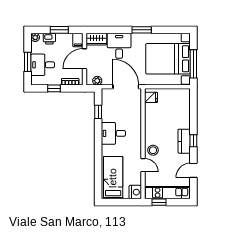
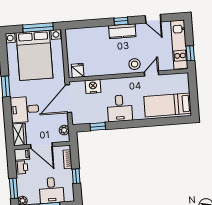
window: (59, 30) -> (14, 188), moved
printer: (49, 39) -> (21, 167), moved
nightstand: (135, 192) -> (93, 86), moved

